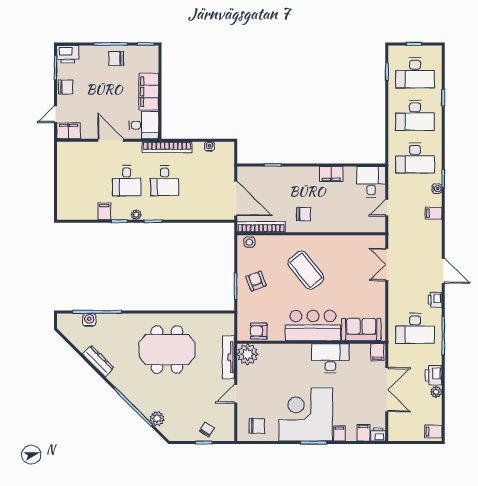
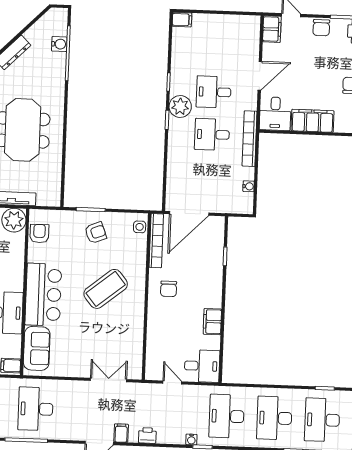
filing cabinet: (104, 211) -> (182, 20), moved
filing cabinet: (434, 213) -> (121, 433), moved
plant: (136, 215) -> (180, 106), width x1.88, depth x1.88
printer: (435, 300) -> (147, 435), moved

